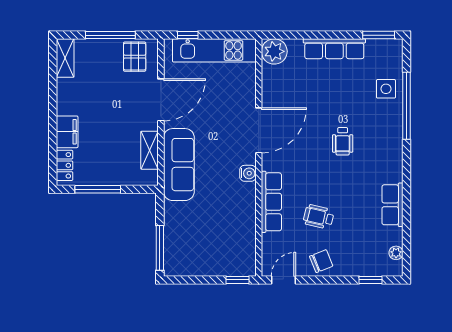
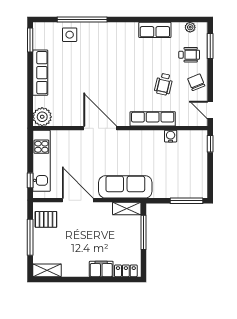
wheelchair: (343, 141) -> (189, 55), moved
shelving: (149, 150) -> (127, 208), moved
water cooler: (248, 173) -> (171, 136), moved
window: (98, 189) -> (143, 232), moved
window: (371, 280) -> (210, 46), width x1.50

